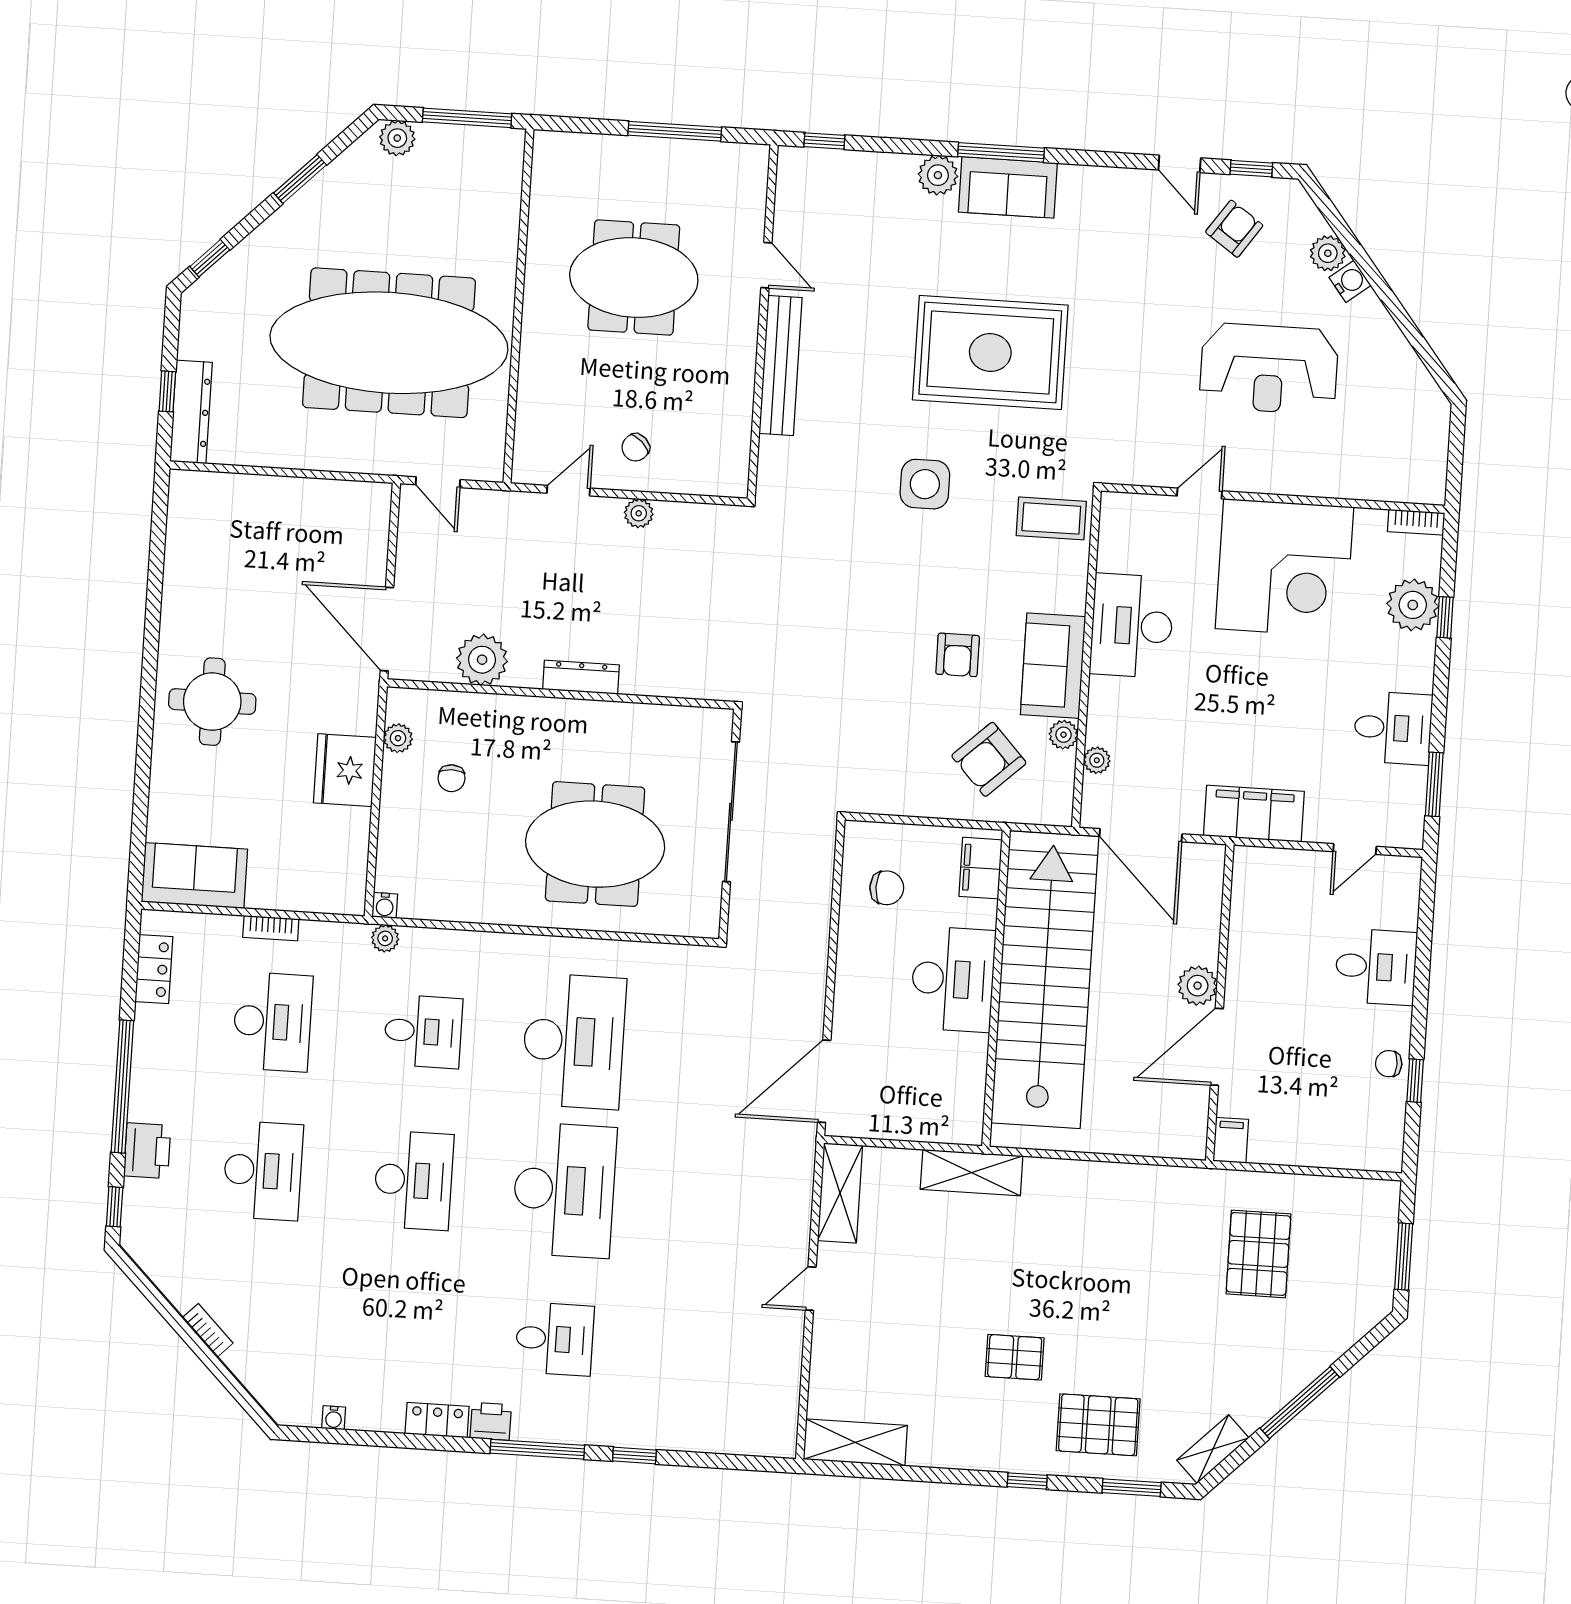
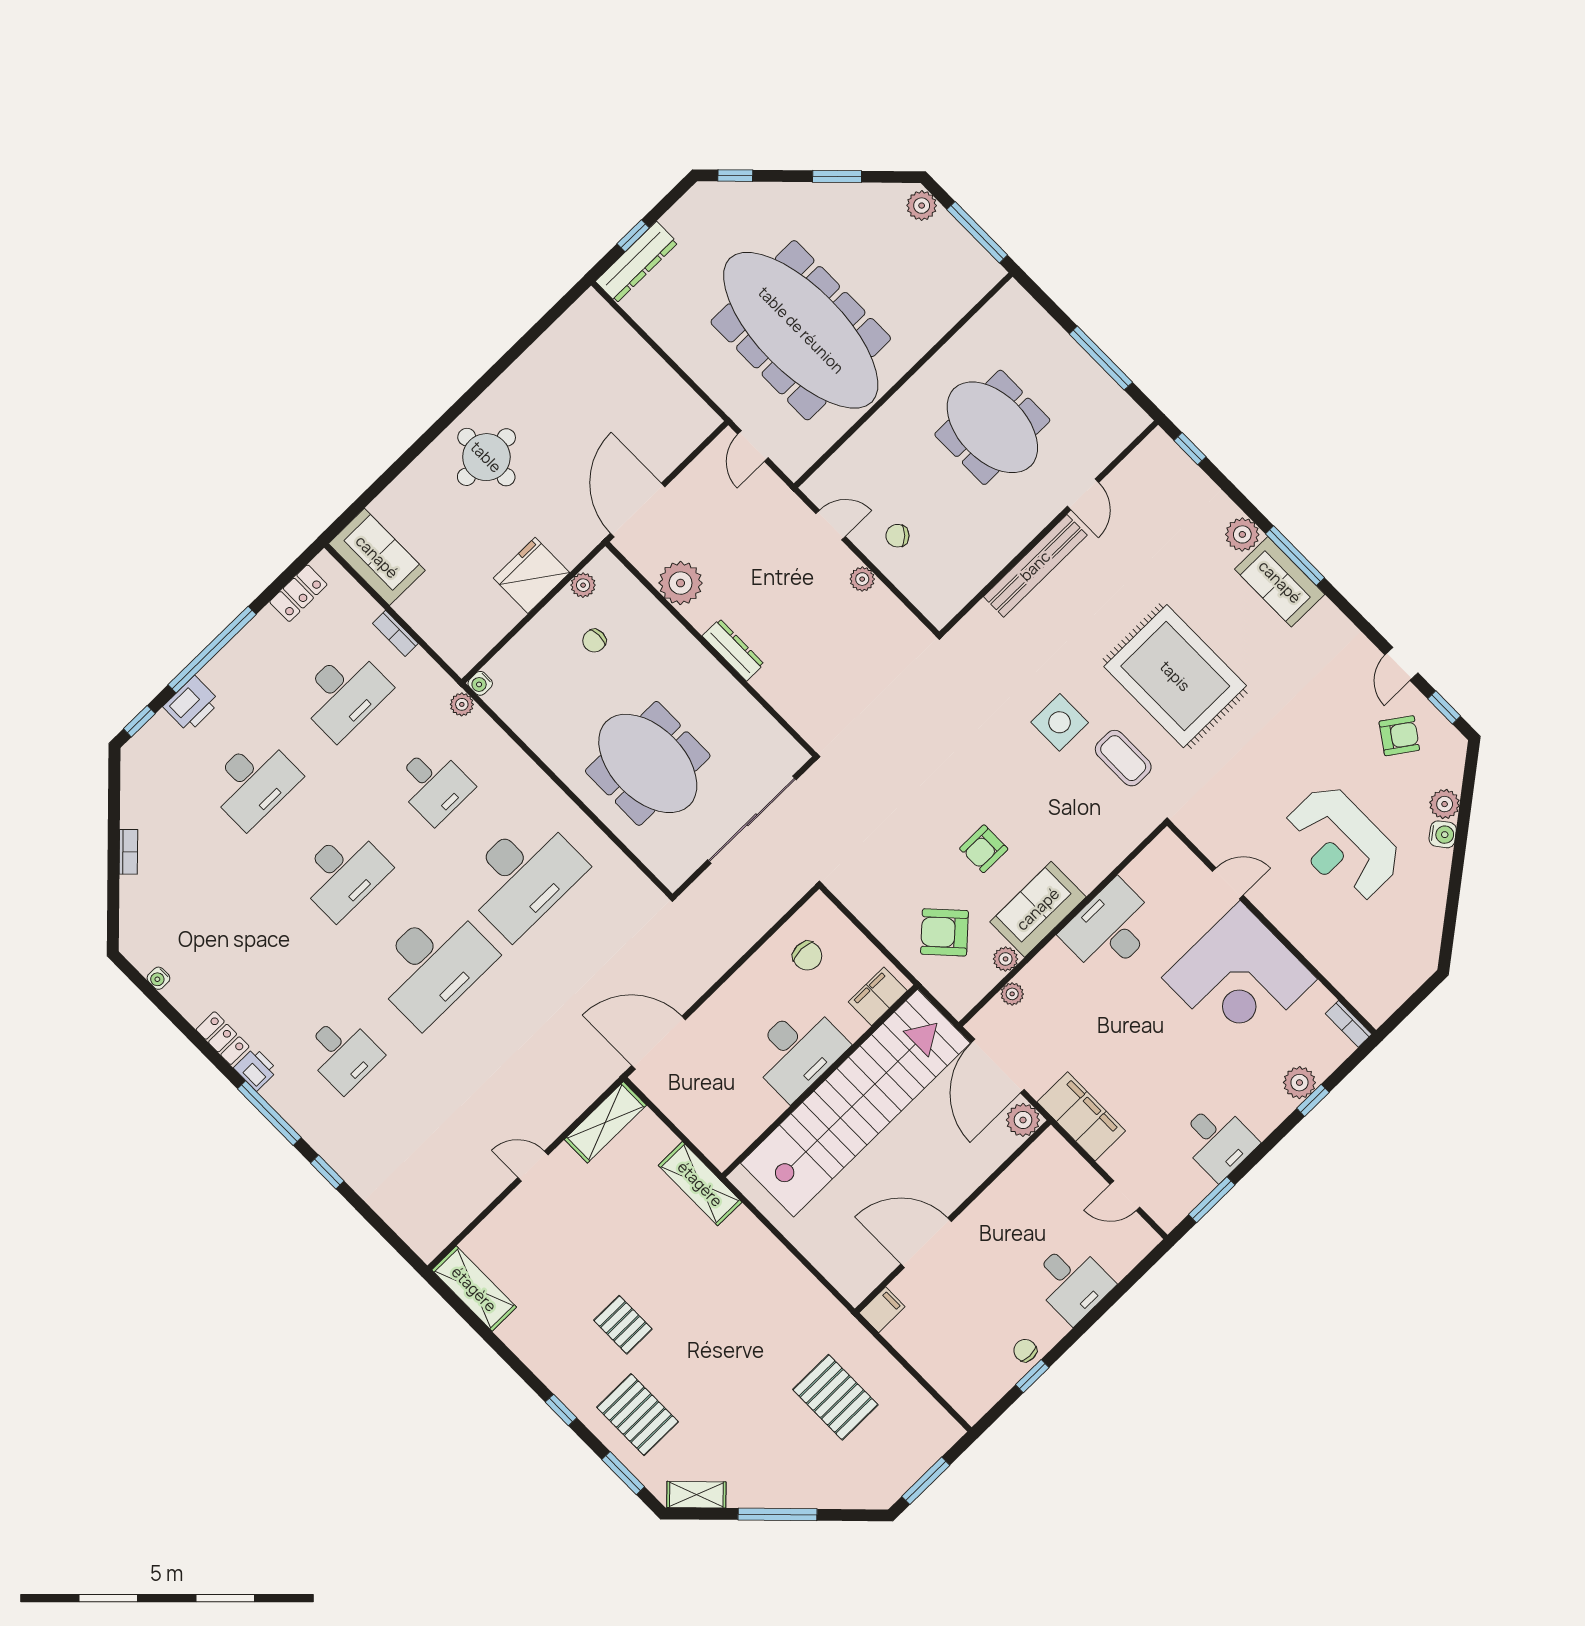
coffee table: (1051, 518) -> (1123, 758), moved
plant: (1413, 605) -> (1299, 1083), width x0.73, depth x0.73
plant: (1198, 986) -> (1023, 1120), moved
pallet: (1258, 1254) -> (835, 1397), turned 90

